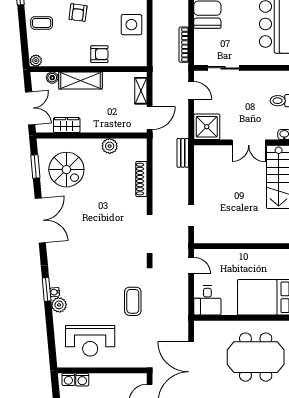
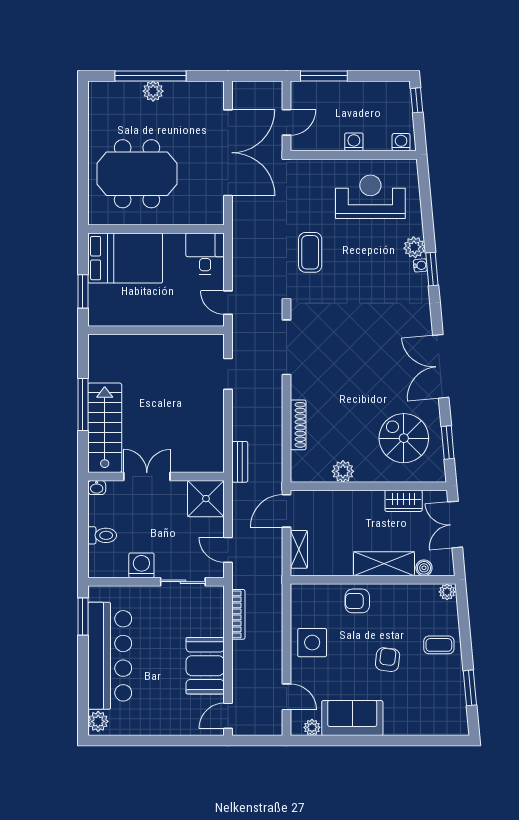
washing machine: (253, 79) -> (141, 565), added
washing machine: (82, 380) -> (354, 142), moved

